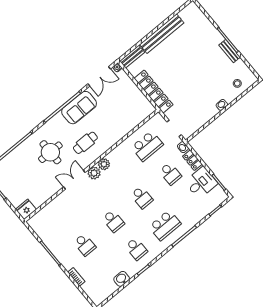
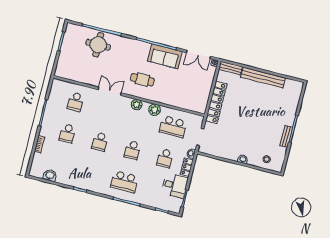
round table: (50, 152) -> (98, 45), moved
plant: (94, 173) -> (155, 110), moved
fridge: (26, 209) -> (62, 72), removed
school desk: (136, 249) -> (76, 102), moved
washbasin: (122, 279) -> (50, 175), moved

